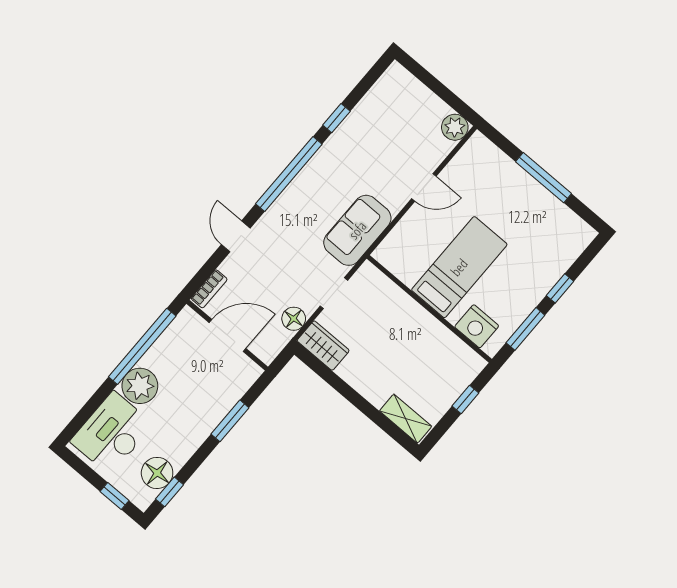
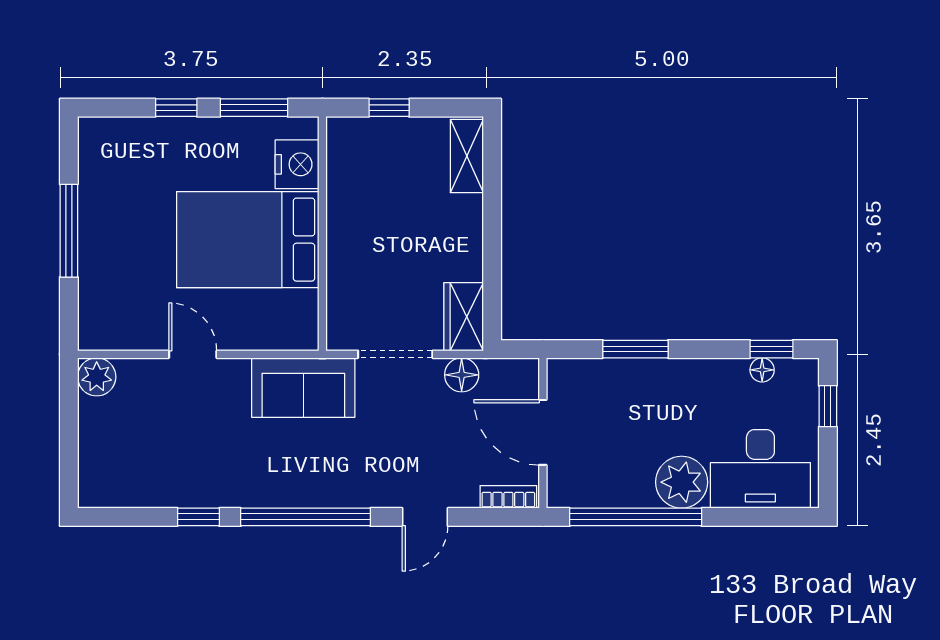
bed: (459, 267) -> (248, 240), width x1.50
doorway: (334, 293) -> (395, 354), width x1.38
floor lamp: (157, 473) -> (762, 370), width x0.53, depth x0.53

